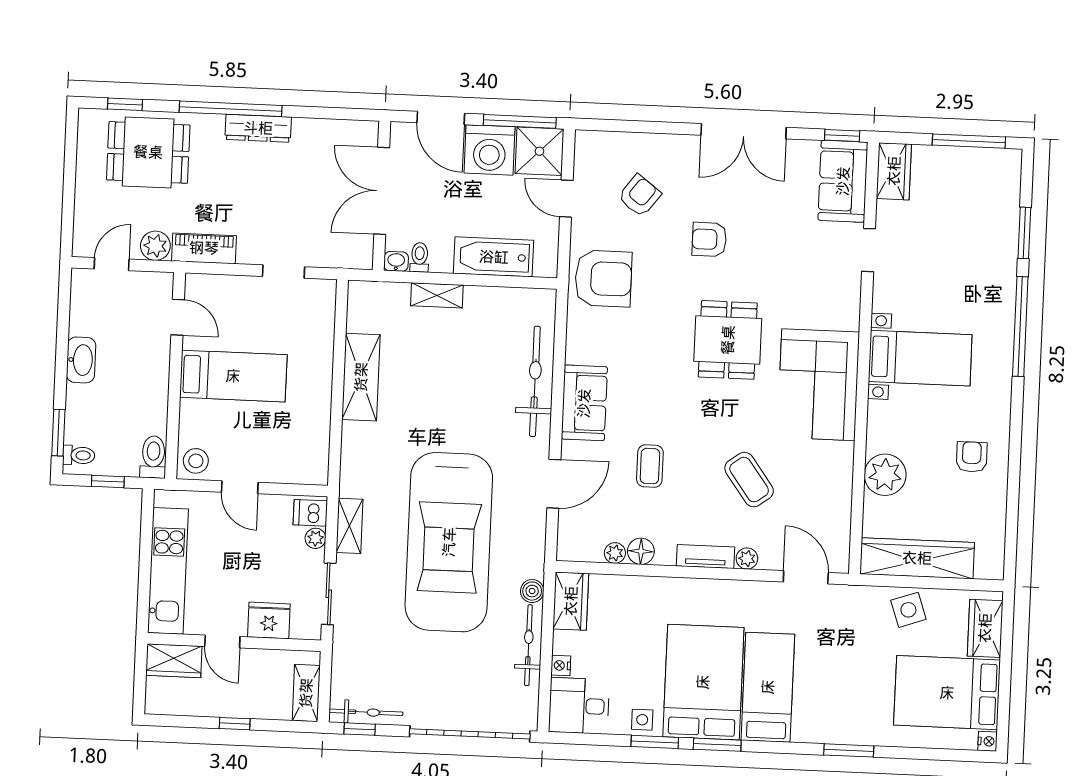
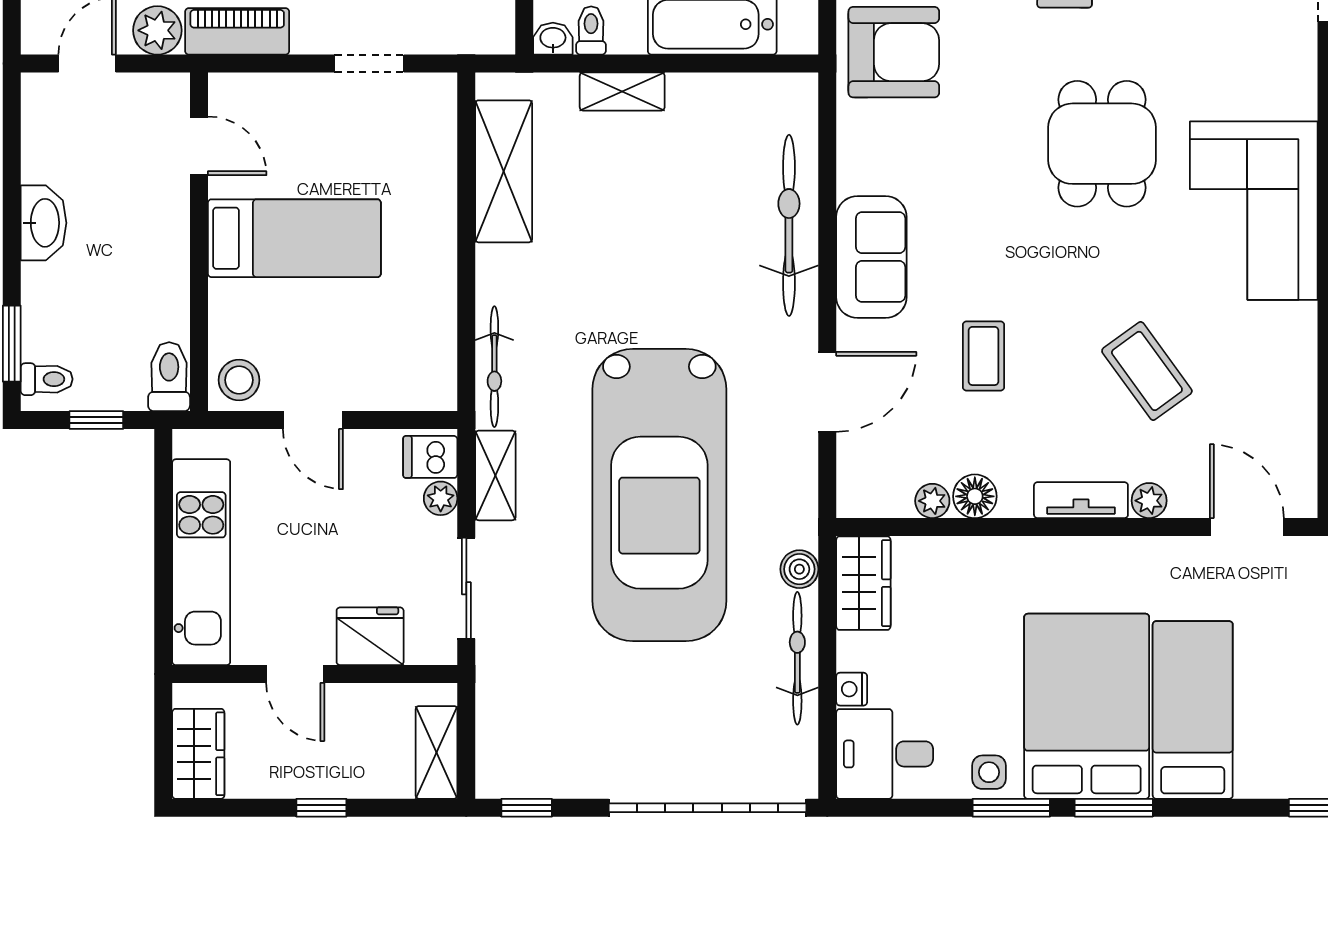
shelving: (361, 377) -> (504, 171), moved
wardrobe: (174, 661) -> (198, 754), moved, turned -90
bicycle: (366, 712) -> (494, 367), moved, turned 90

